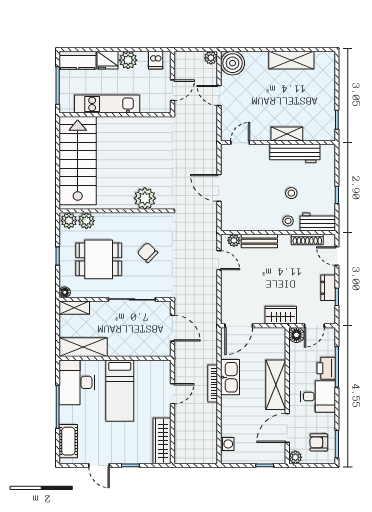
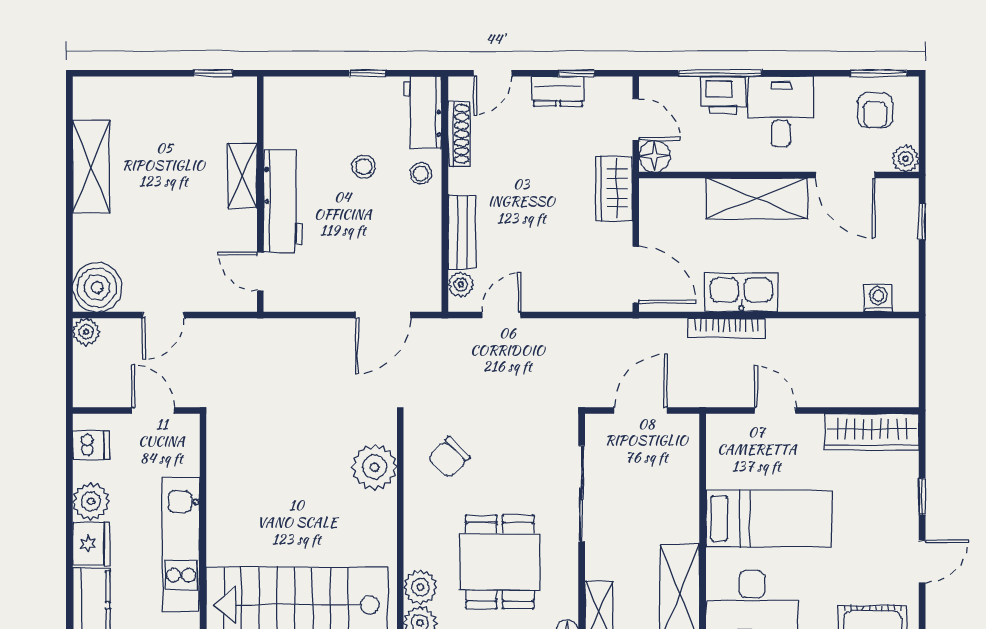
workbench: (295, 154) -> (283, 201), moved
door: (219, 188) -> (383, 315), moved
chair: (147, 253) -> (449, 458), moved
bookcase: (213, 383) -> (727, 328), moved

